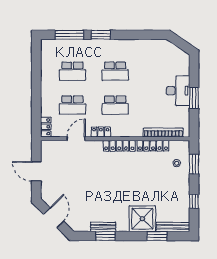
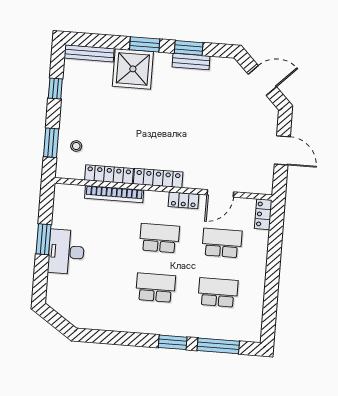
bookcase: (163, 133) -> (114, 194), moved
door: (54, 218) -> (262, 80), swing flipped
window: (157, 236) -> (145, 44), moved

